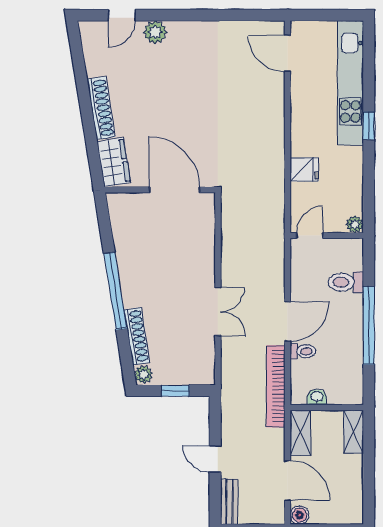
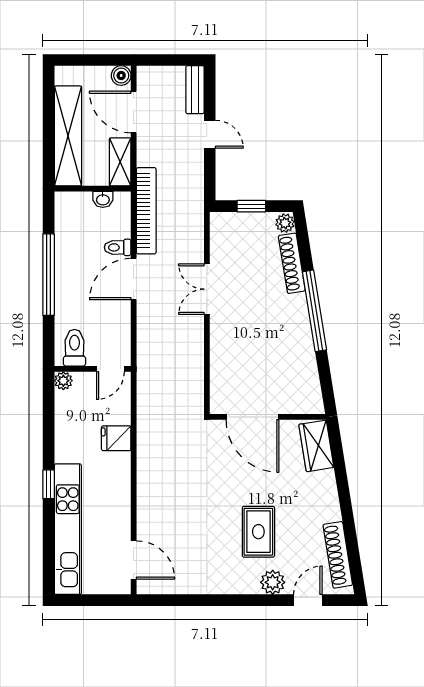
rug: (169, 80) -> (258, 532), added
shoe rack: (101, 108) -> (338, 555), moved
toilet: (346, 282) -> (74, 348), moved, turned -90
shelving: (354, 432) -> (68, 136), width x2.20, depth x1.33

